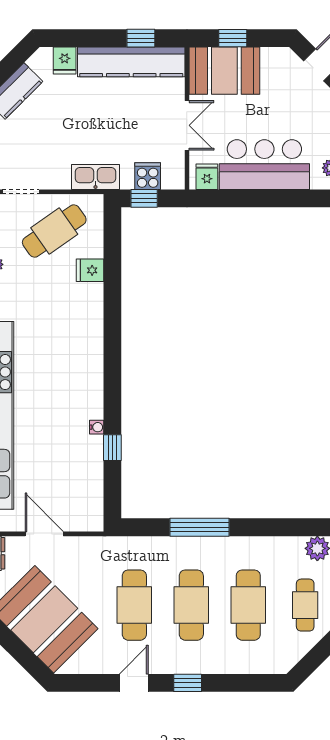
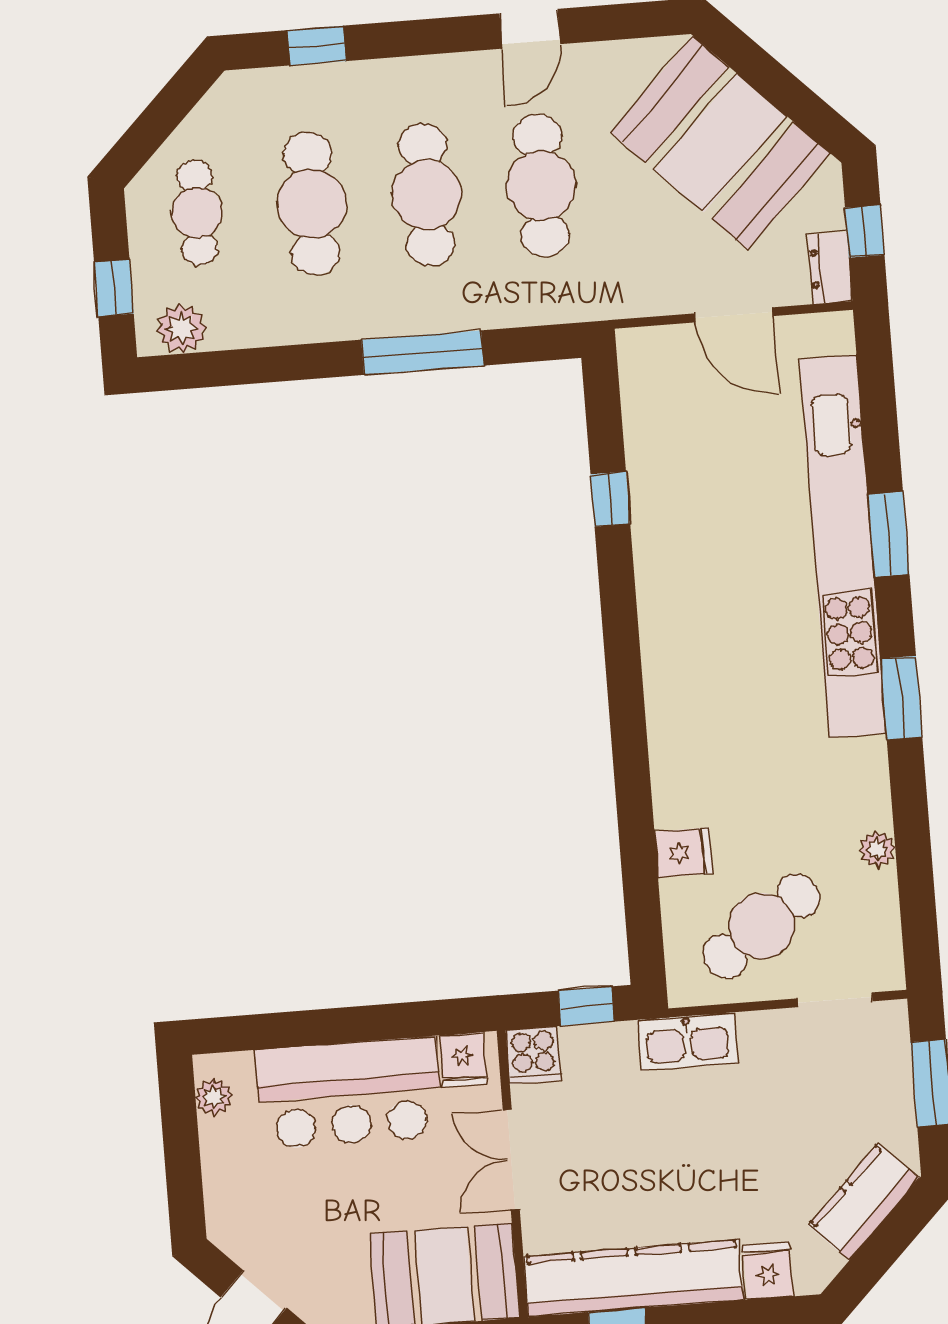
cooker: (148, 176) -> (533, 1055), moved
water cooler: (97, 427) -> (645, 538), removed
window: (188, 683) -> (317, 46), moved

